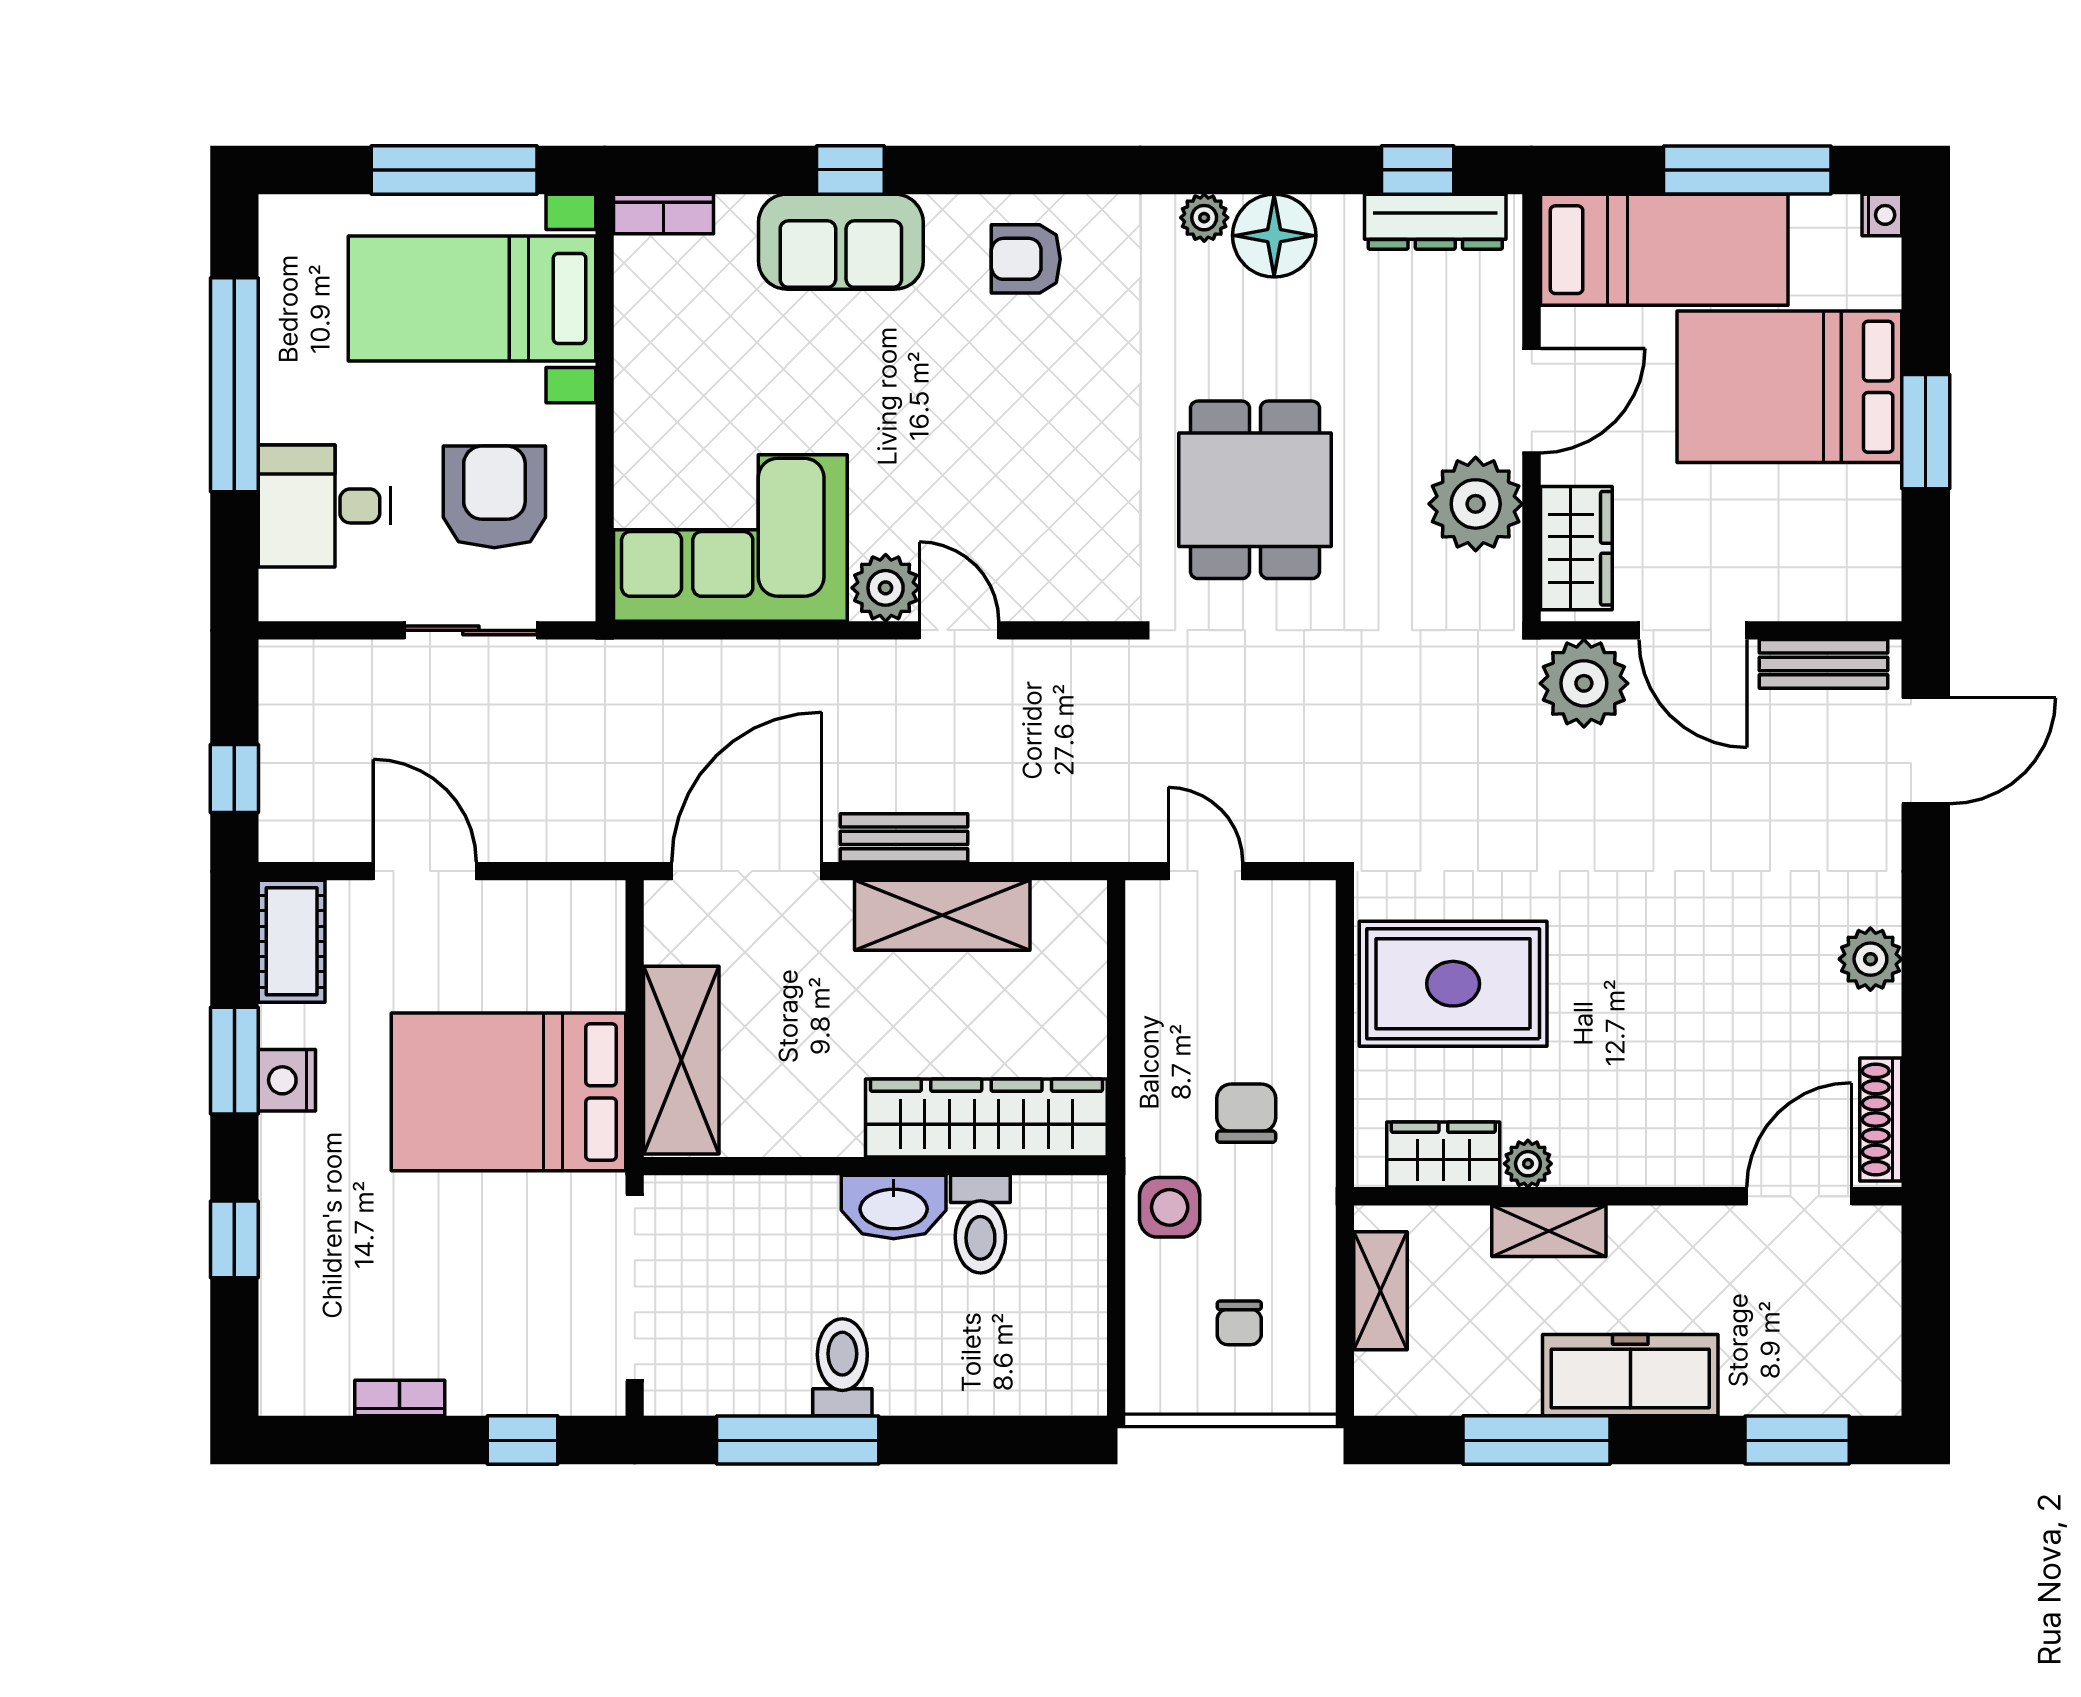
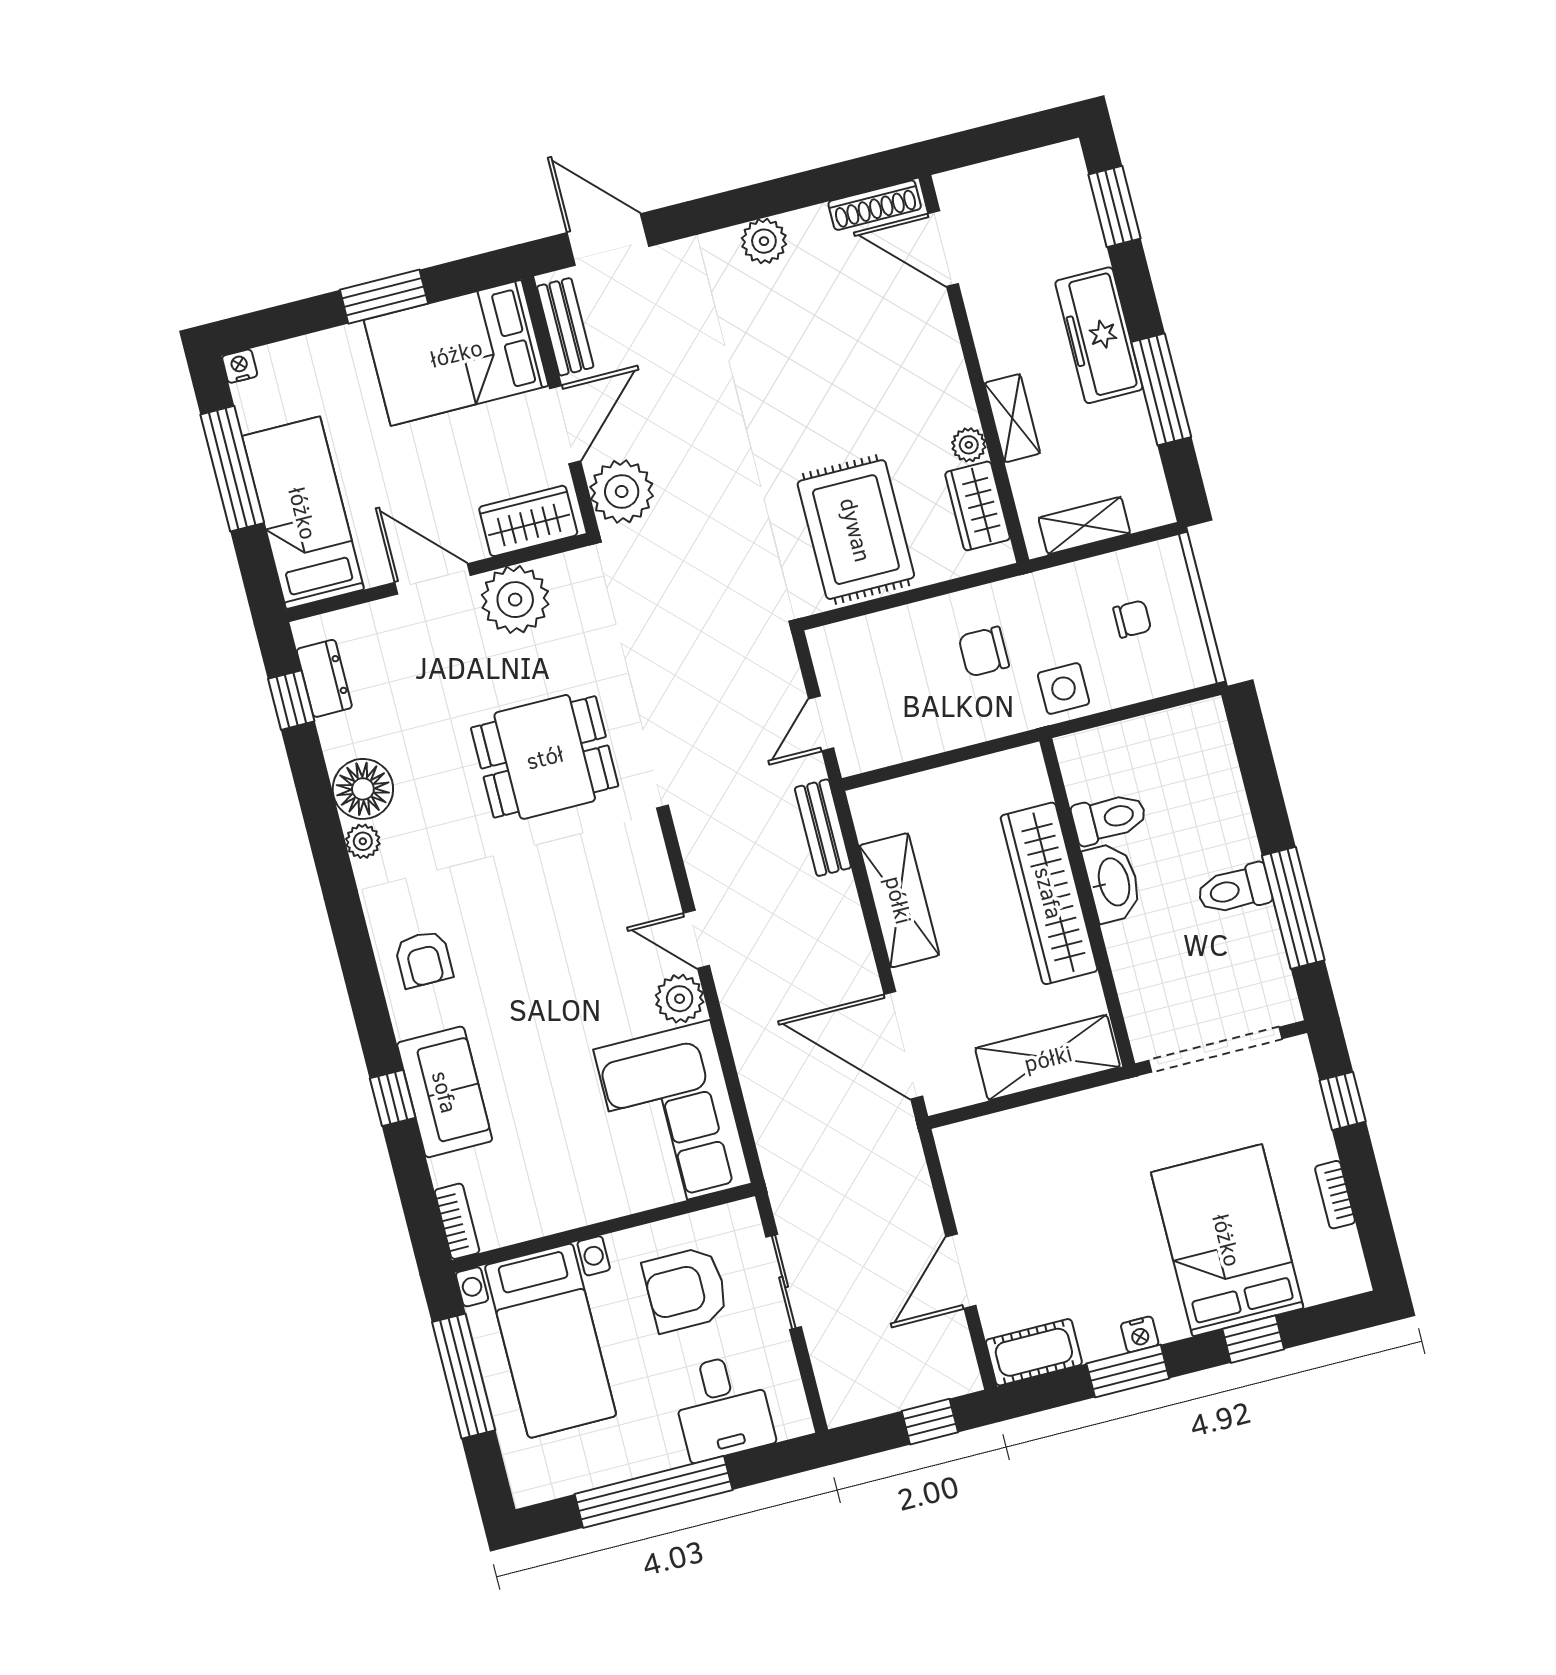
dresser: (1435, 222) -> (324, 678), width x0.70
bed: (1789, 387) -> (456, 353), moved, turned 90
door: (959, 630) -> (696, 939), hinge flipped
bench: (904, 838) -> (823, 828), moved
nightstand: (287, 1080) -> (1140, 1334), width x0.72, depth x0.74
bed: (508, 1092) -> (1227, 1240), moved, turned 180
wardrobe: (986, 1118) -> (1049, 893), moved

